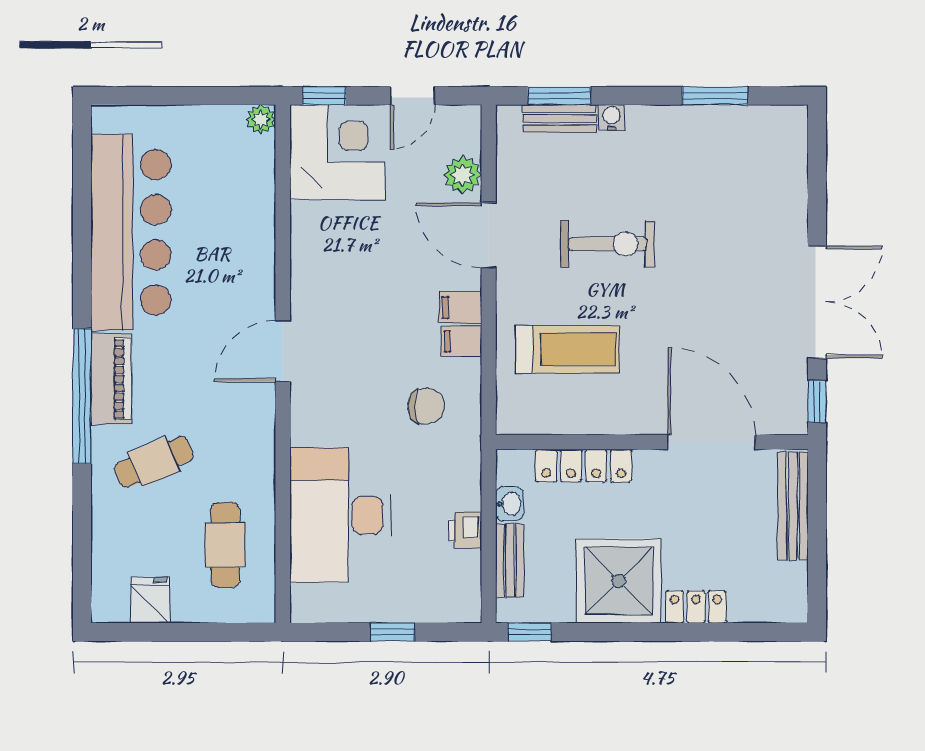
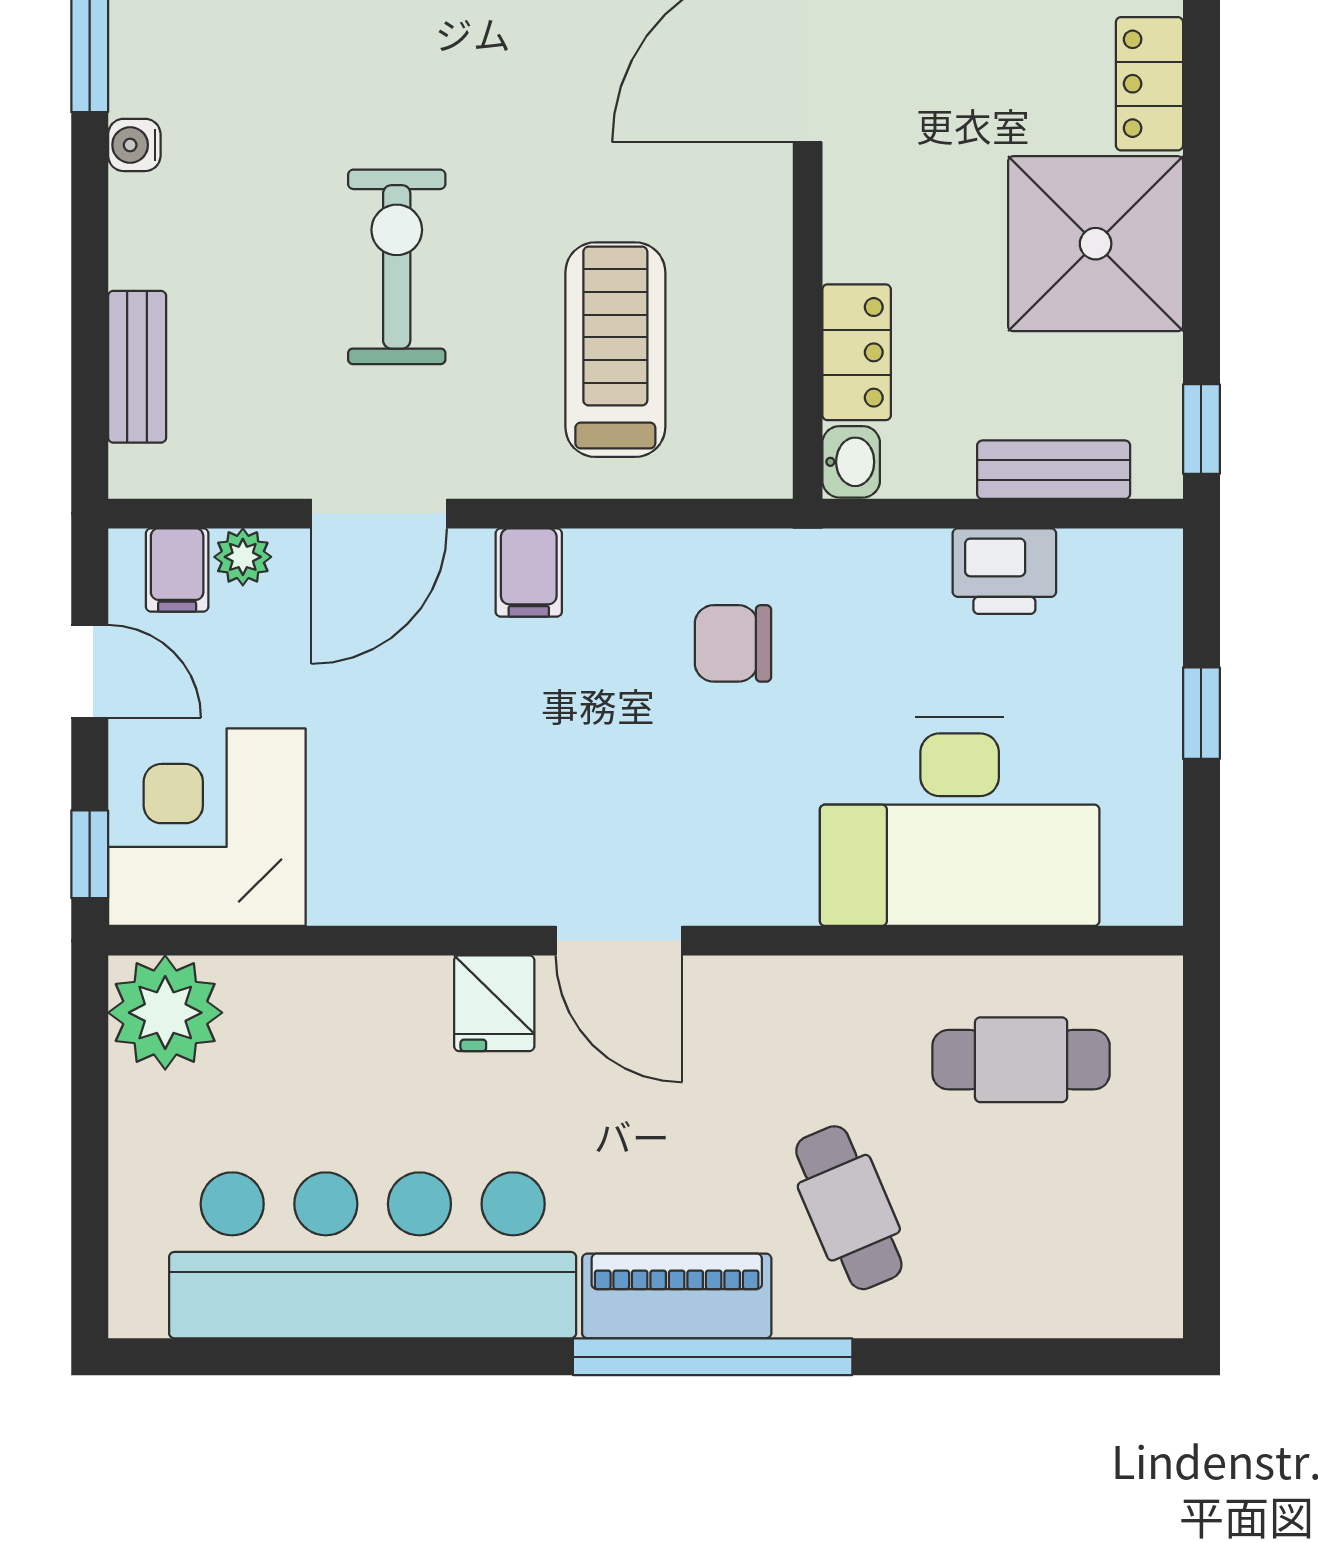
window: (559, 96) -> (90, 367), removed
water cooler: (612, 117) -> (134, 145), moved
plant: (261, 119) -> (165, 1013), width x1.88, depth x1.88
plant: (463, 175) -> (243, 557), width x0.73, depth x0.73
filing cabinet: (461, 341) -> (177, 570), moved
chair: (426, 406) -> (733, 643), turned -90
locker: (584, 466) -> (857, 352), width x0.66
washbasin: (510, 504) -> (851, 462), moved, turned 90
printer: (465, 530) -> (1004, 571), width x1.36, depth x1.24
fridge: (150, 600) -> (494, 1003), moved, turned -90

